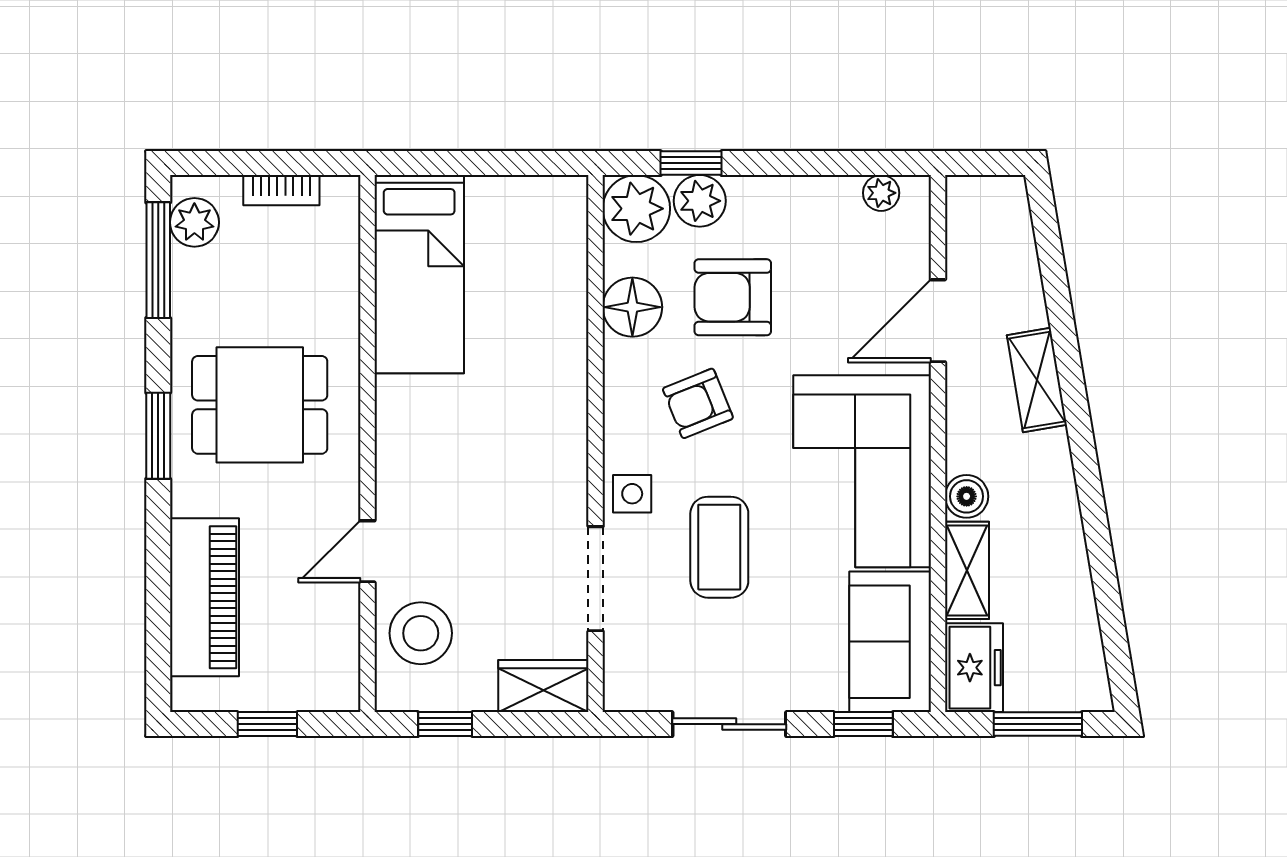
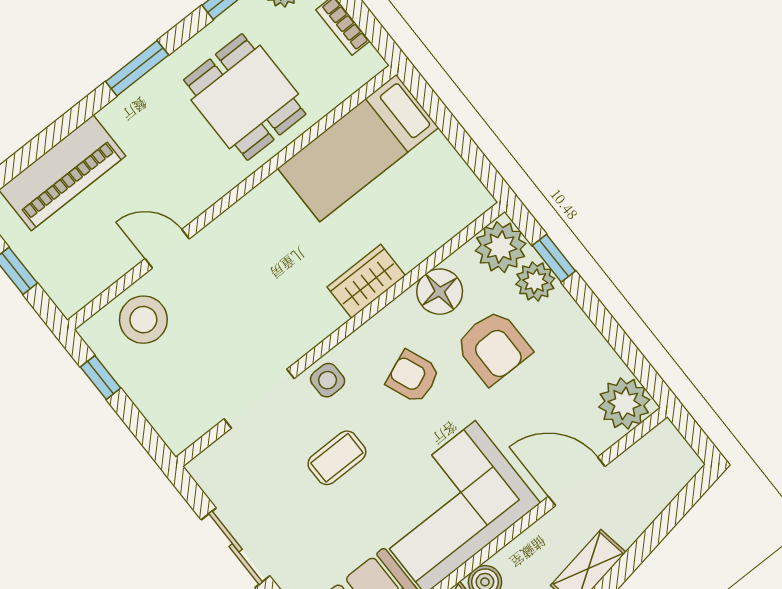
plant: (881, 193) -> (624, 403), width x1.88, depth x1.88
armchair: (733, 297) -> (493, 347), turned 180
dining table: (260, 405) -> (245, 97), moved
coffee table: (719, 547) -> (337, 458), width x0.73, depth x0.77
wardrobe: (543, 686) -> (366, 281), moved, turned -90

